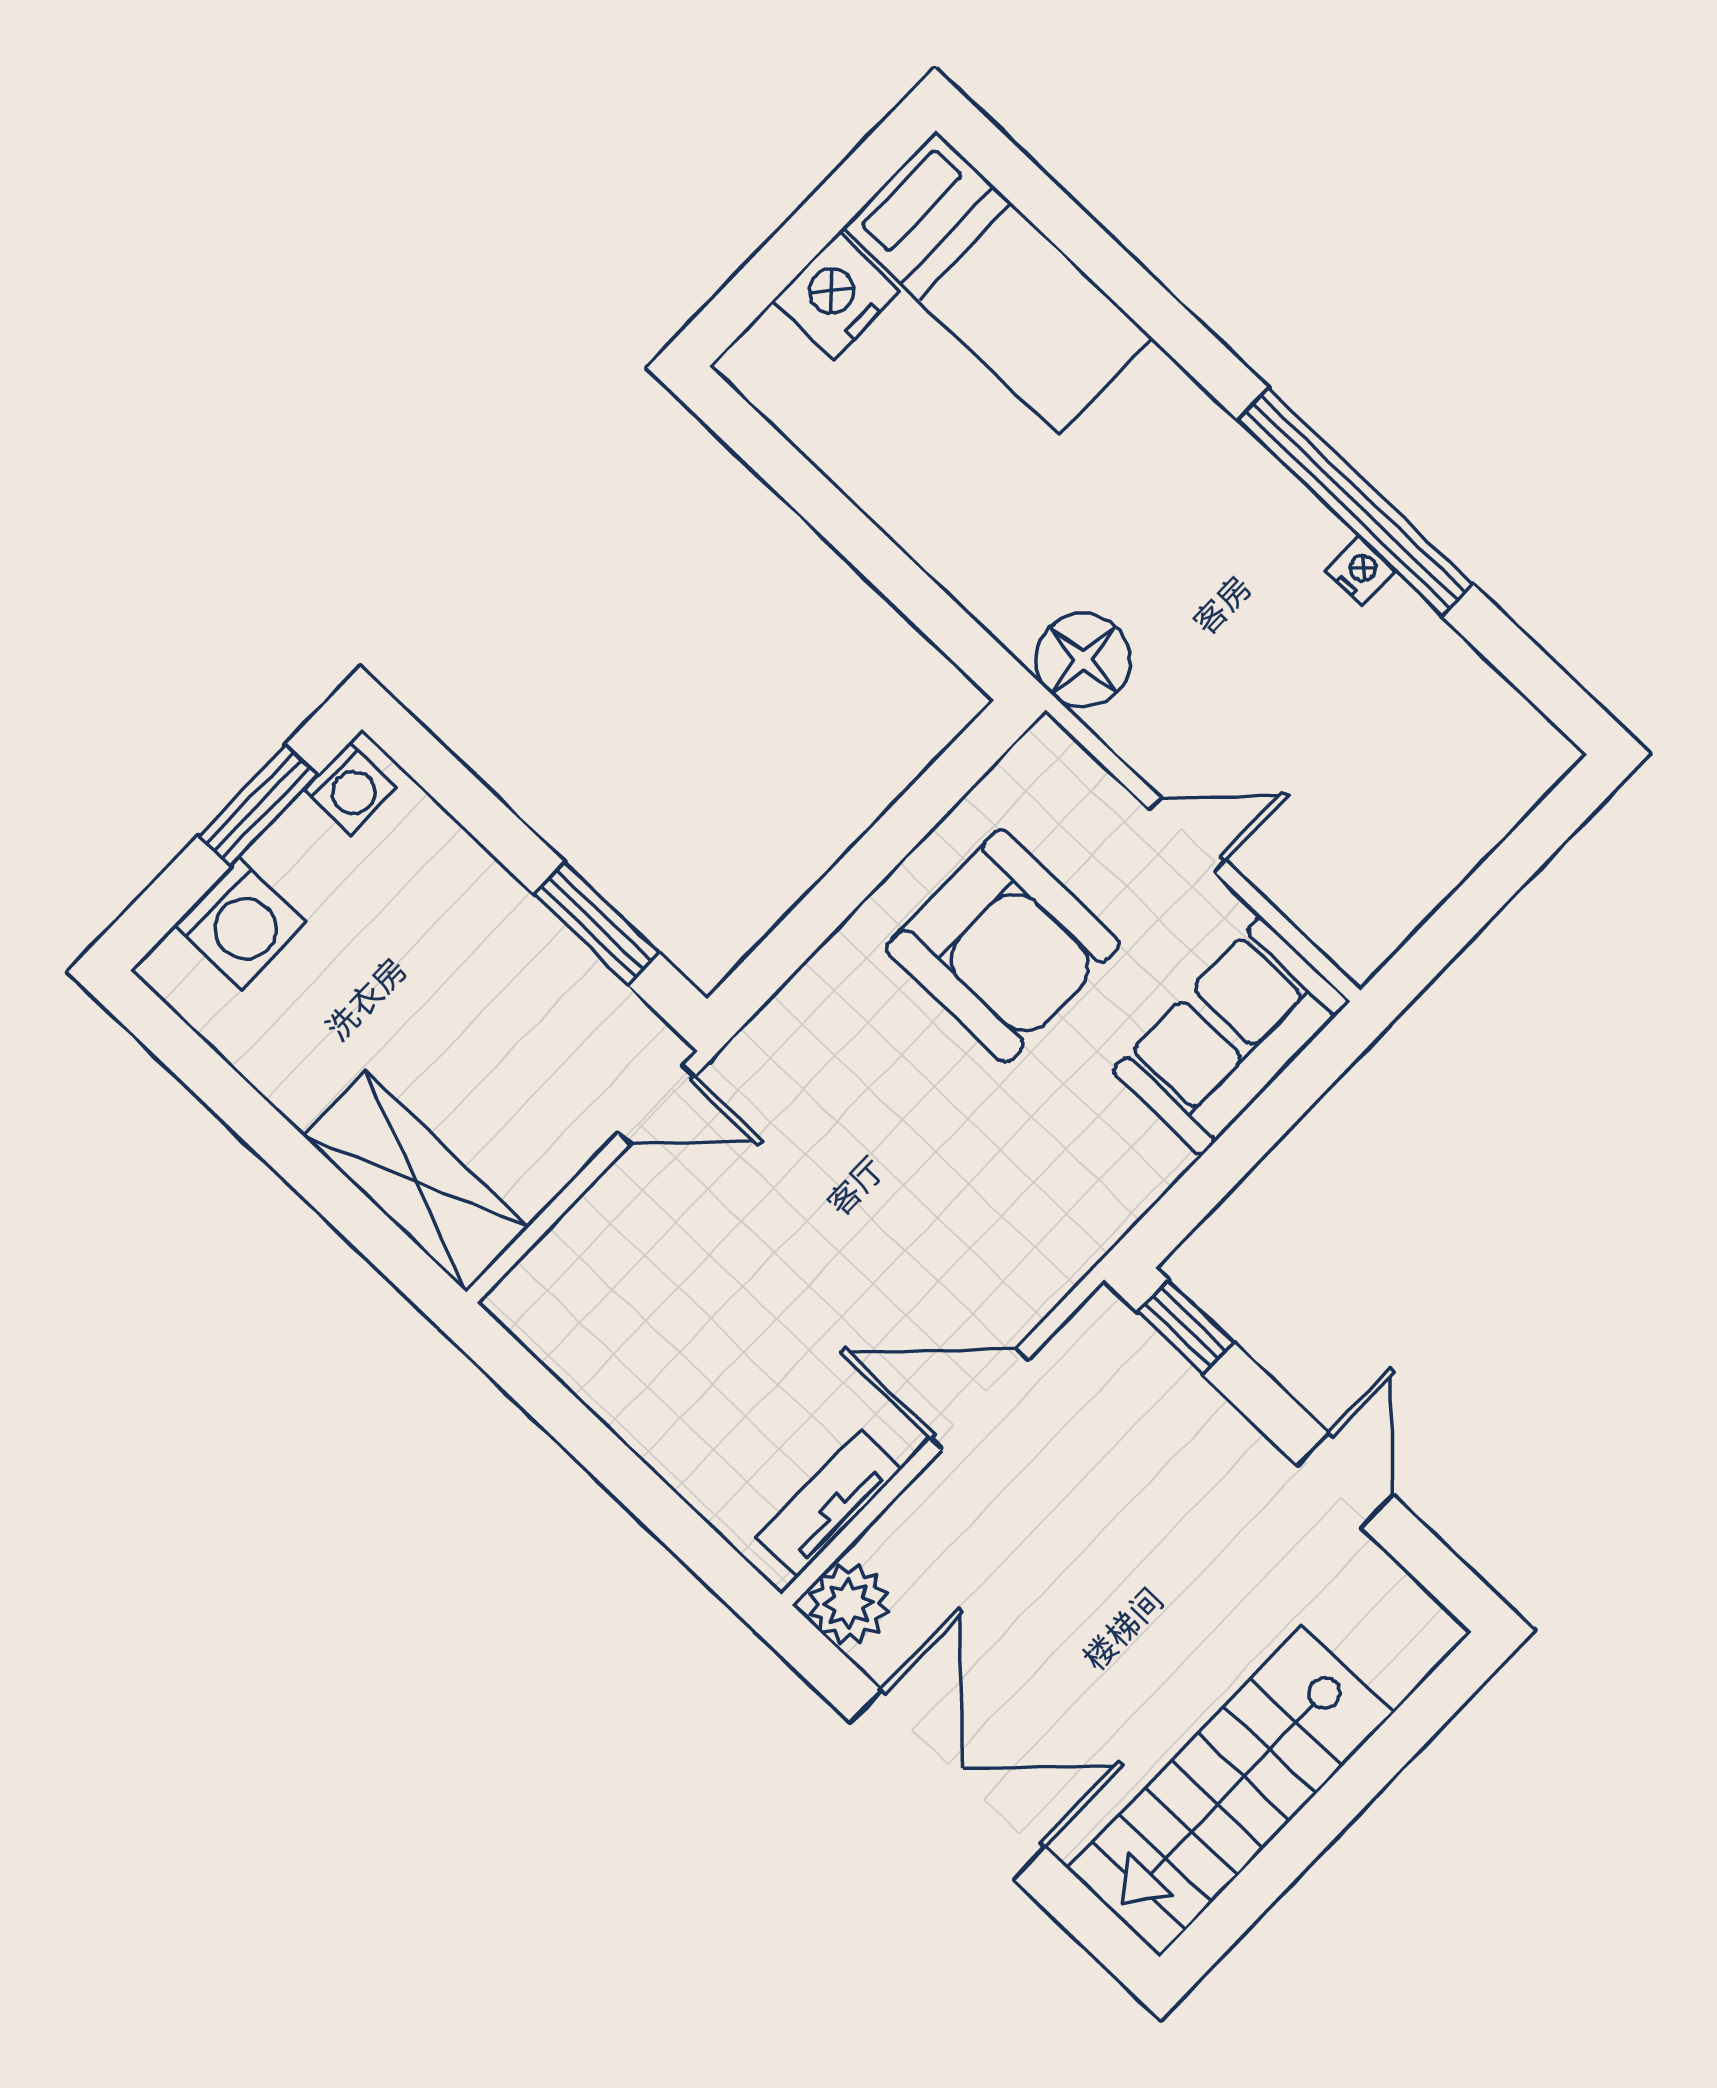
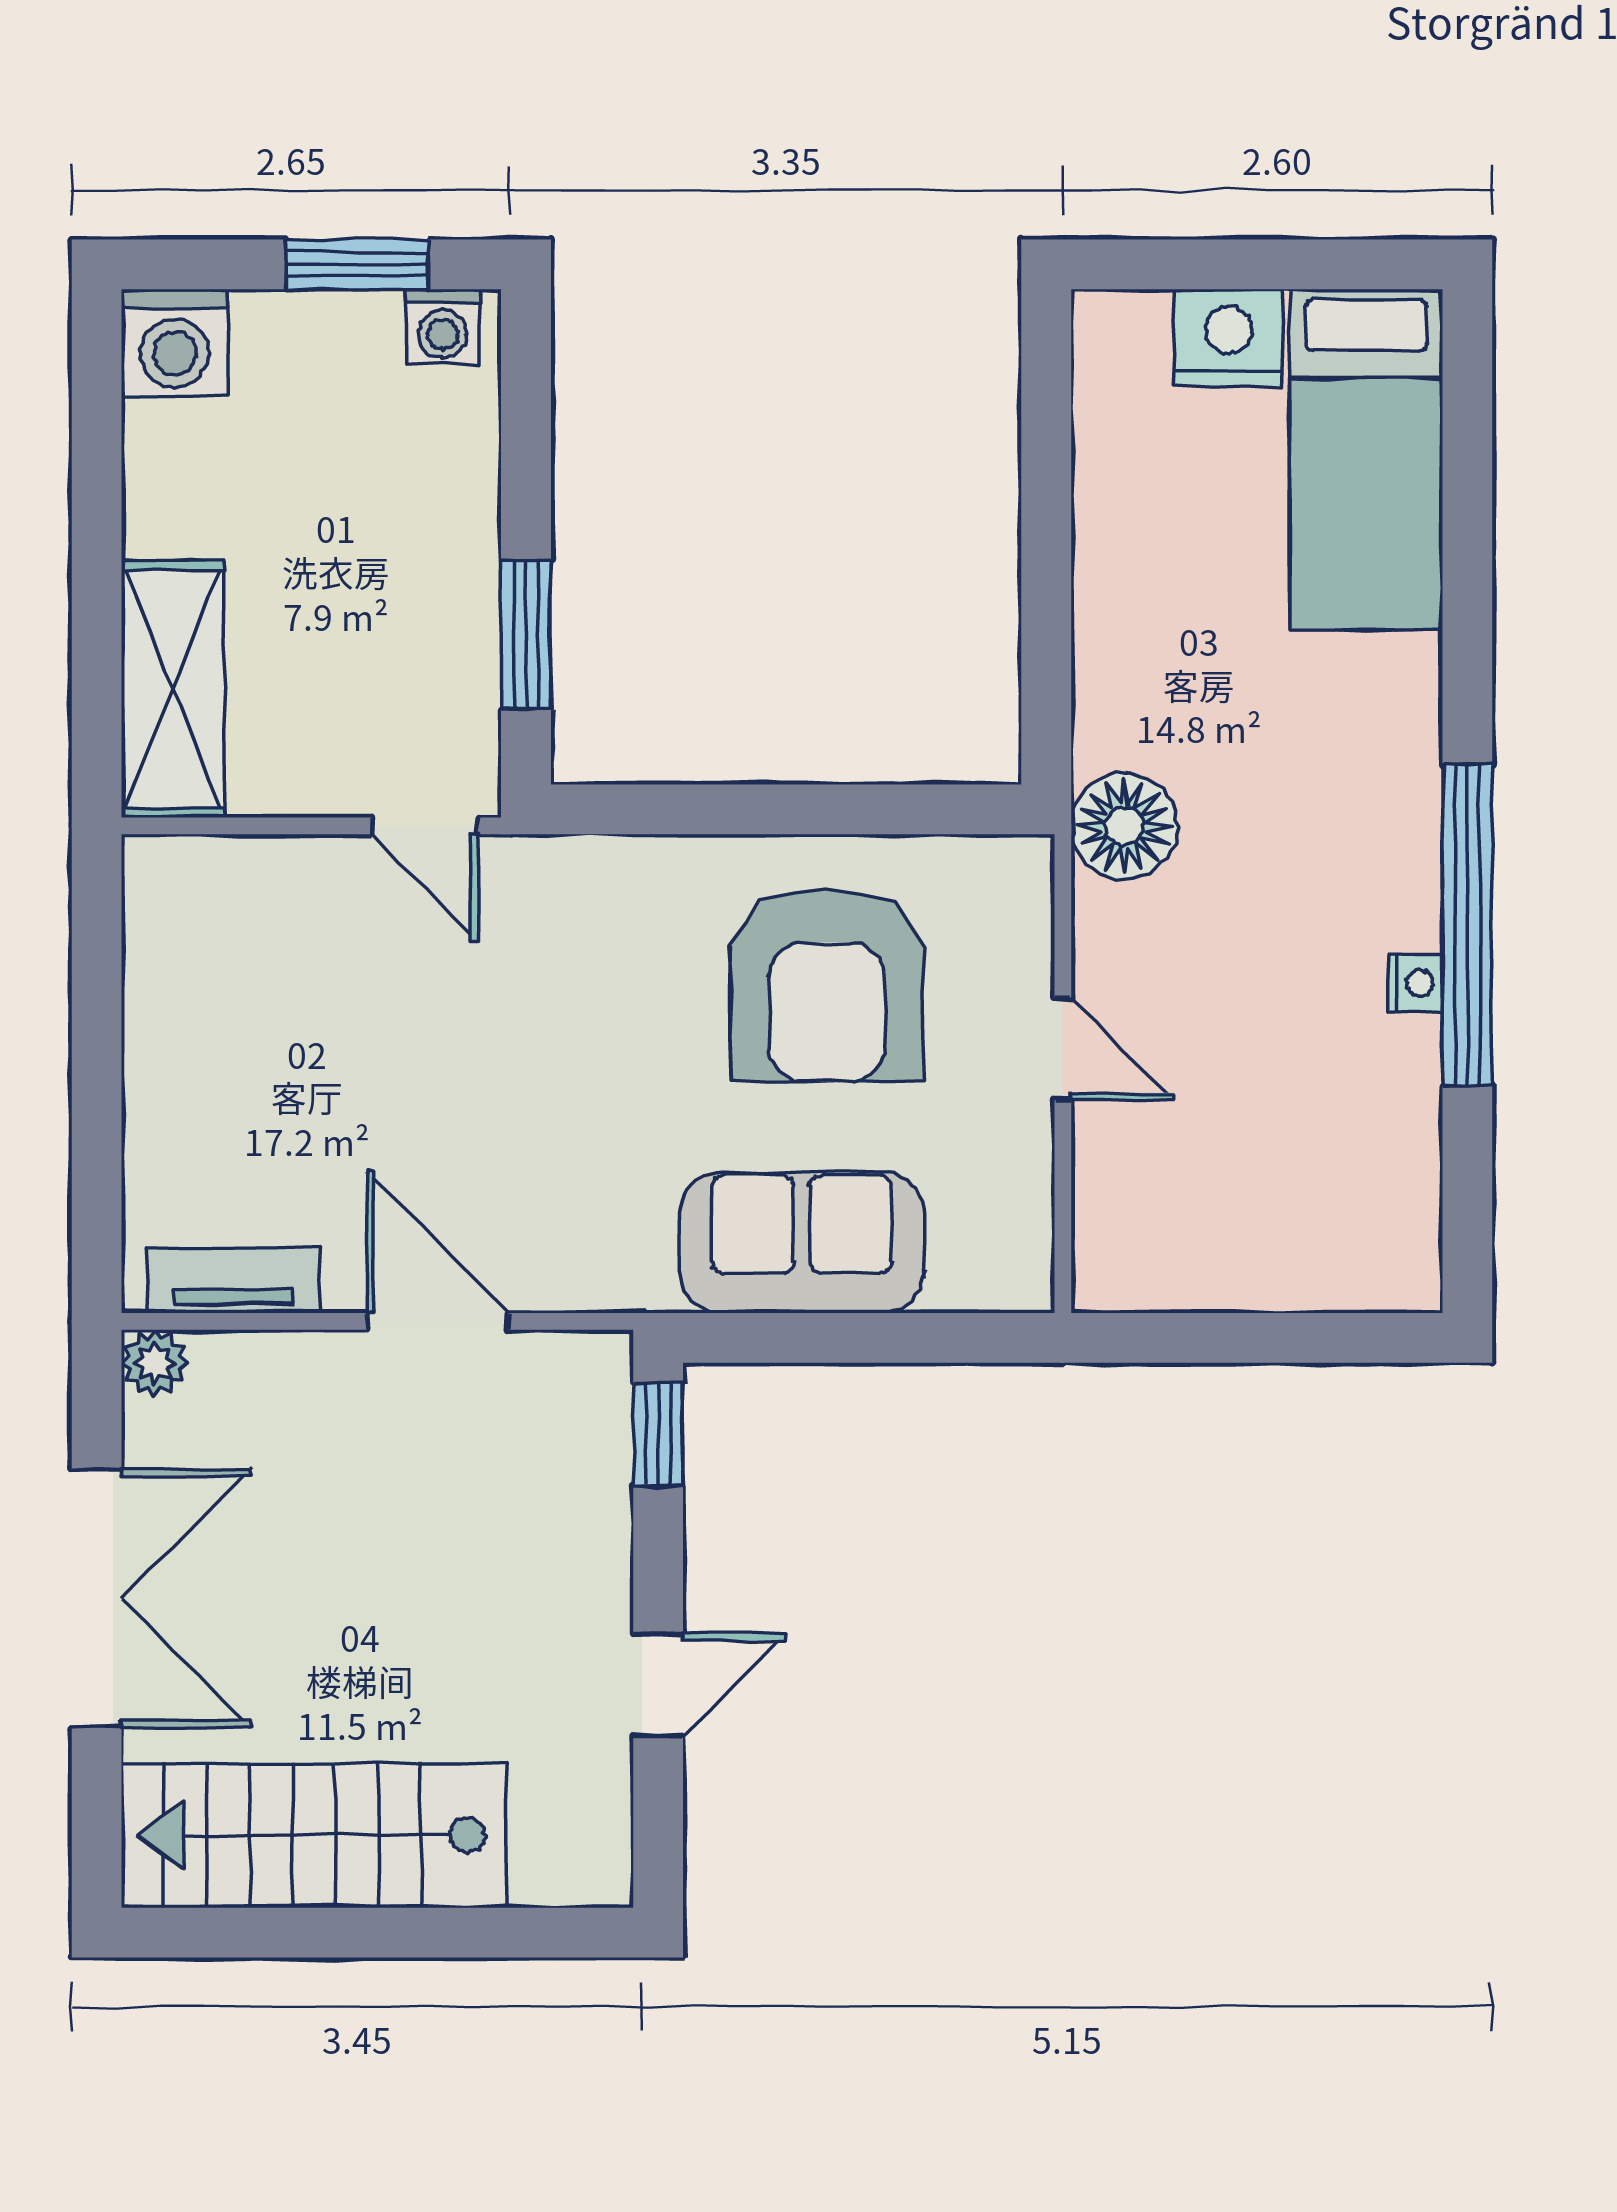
washing machine: (240, 923) -> (175, 342), moved
sofa: (1231, 1036) -> (802, 1243), moved
plant: (849, 1604) -> (155, 1363), width x0.73, depth x0.73

